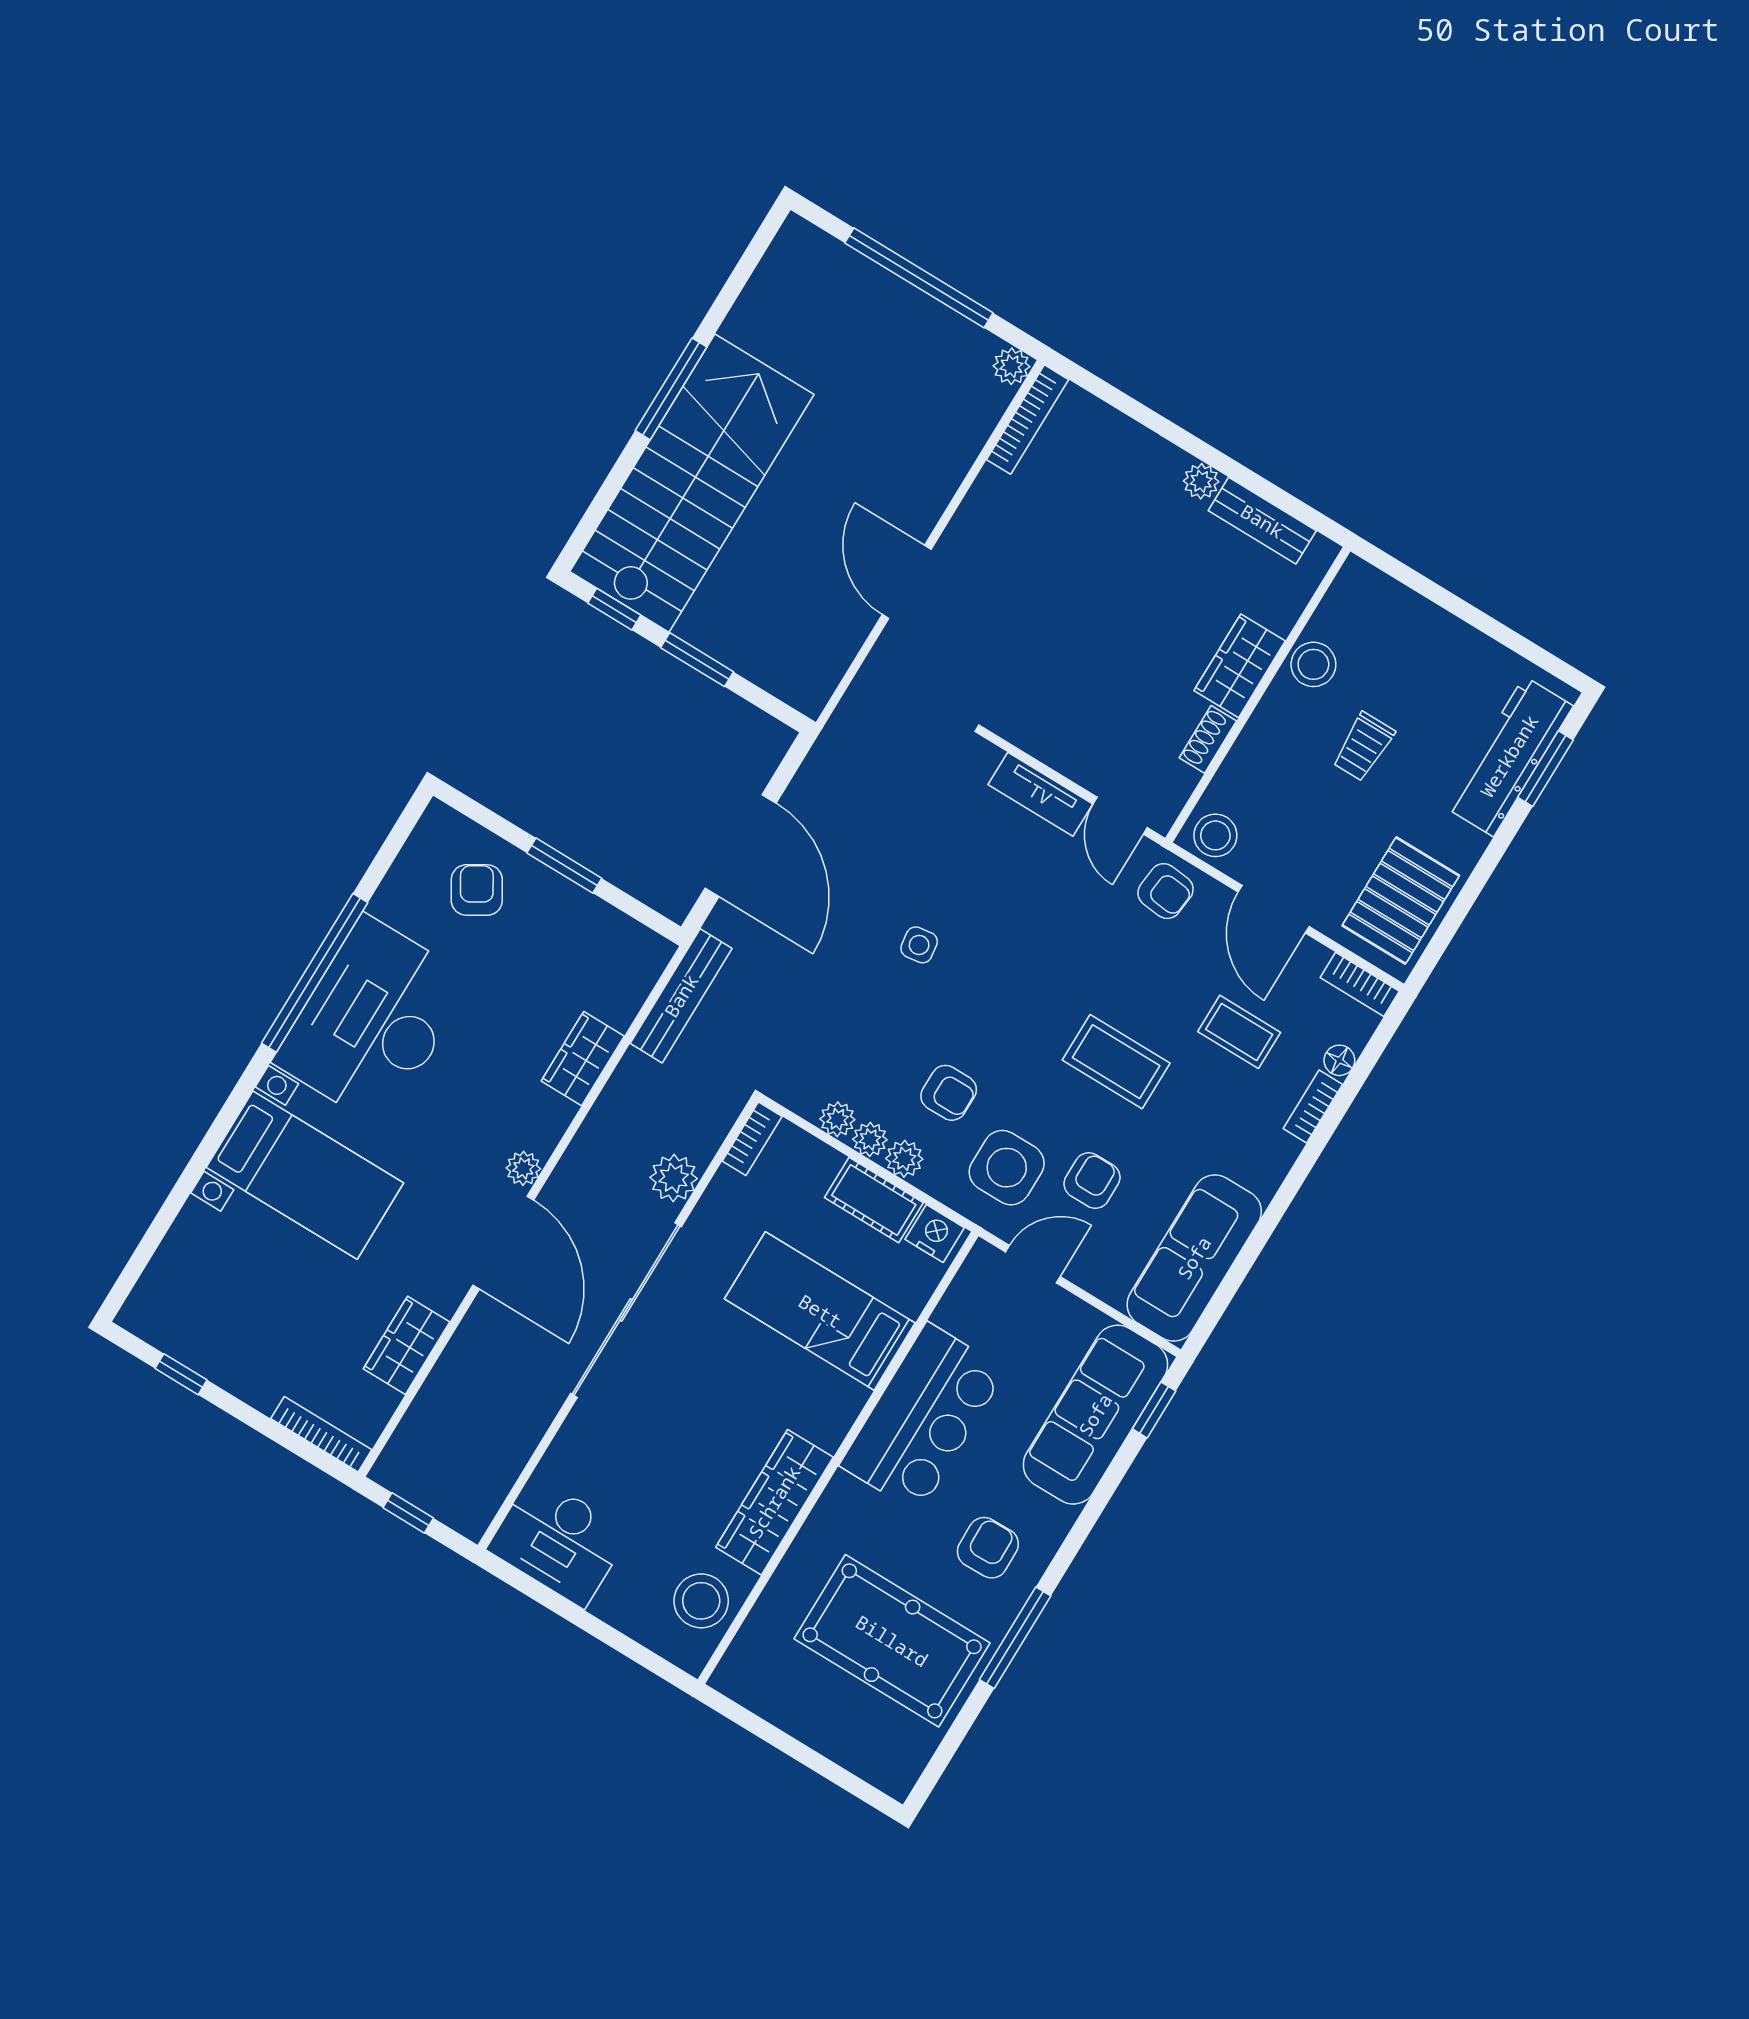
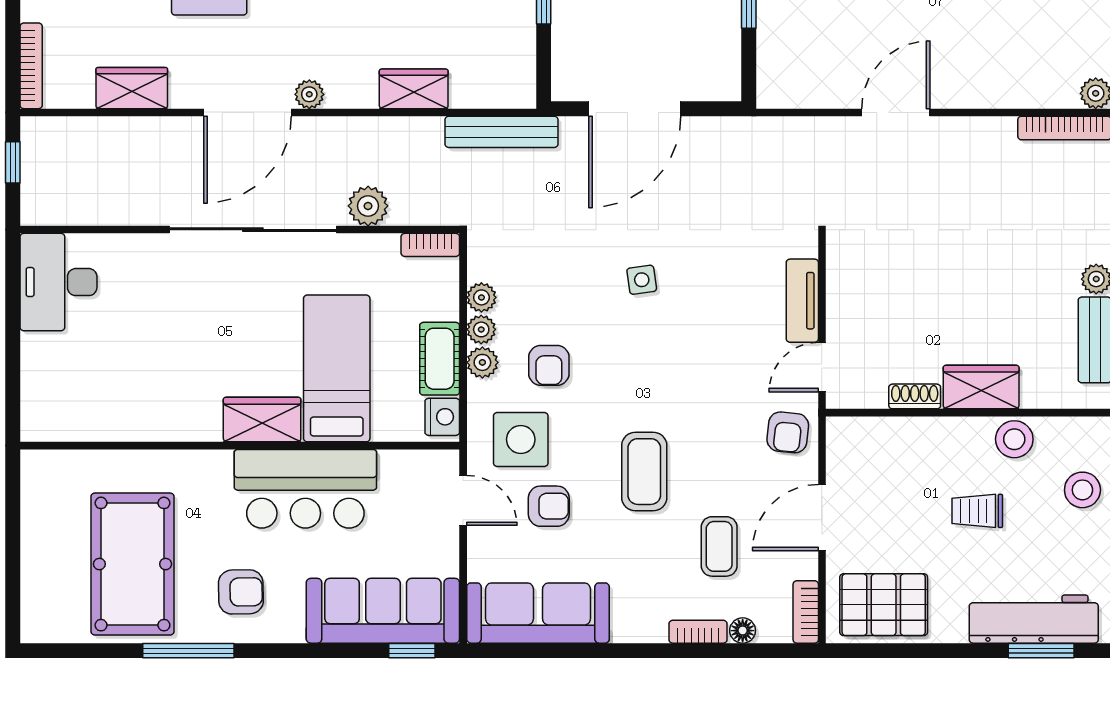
stool: (1215, 835) -> (1082, 490), moved
wardrobe: (774, 1502) -> (262, 420), moved, width x0.67
stool: (701, 1601) -> (78, 410), removed

